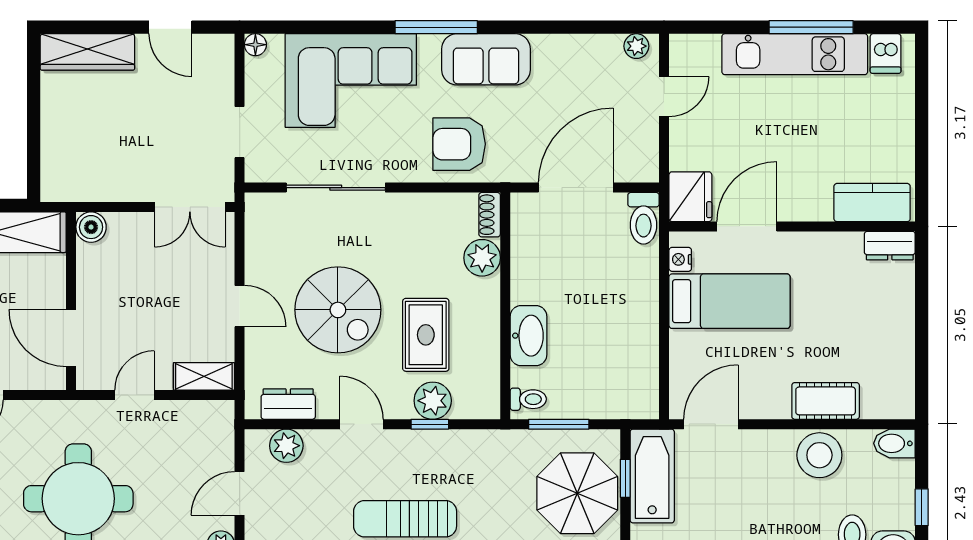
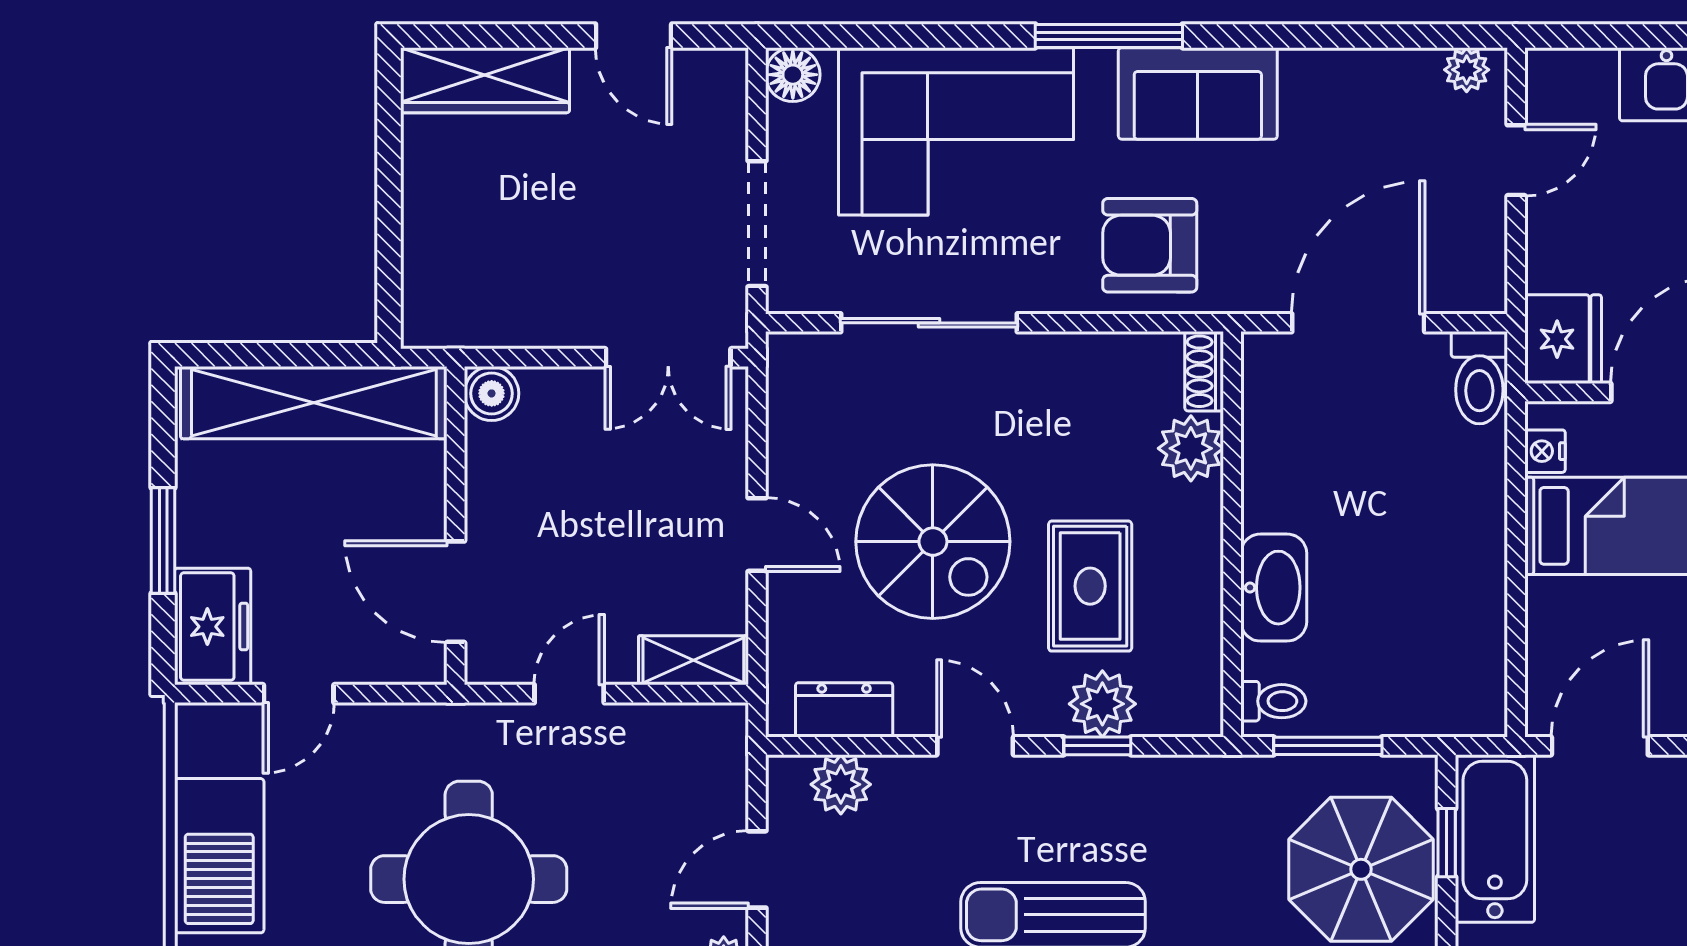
floor lamp: (255, 45) -> (793, 75), width x1.37, depth x1.37
doorway: (240, 132) -> (757, 224), width x1.38

